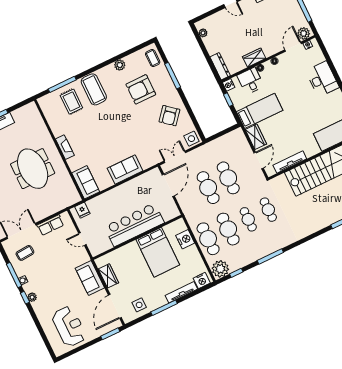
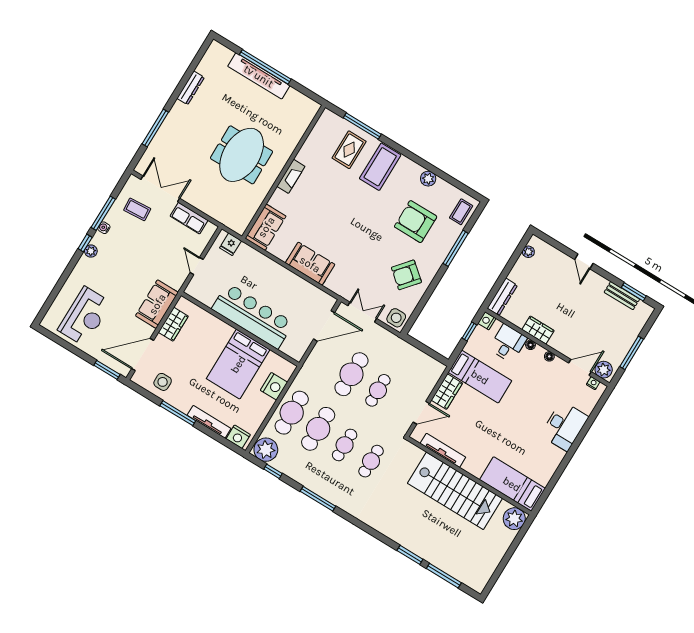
cafe table: (228, 178) -> (378, 390), width x0.73, depth x0.74

